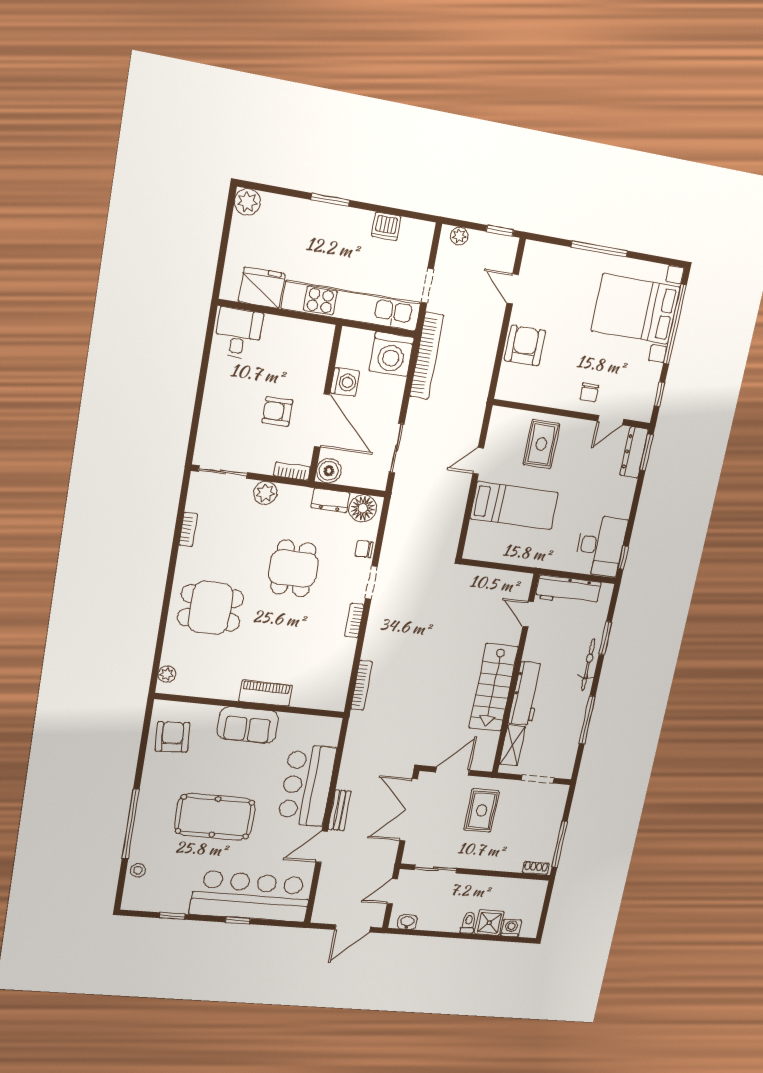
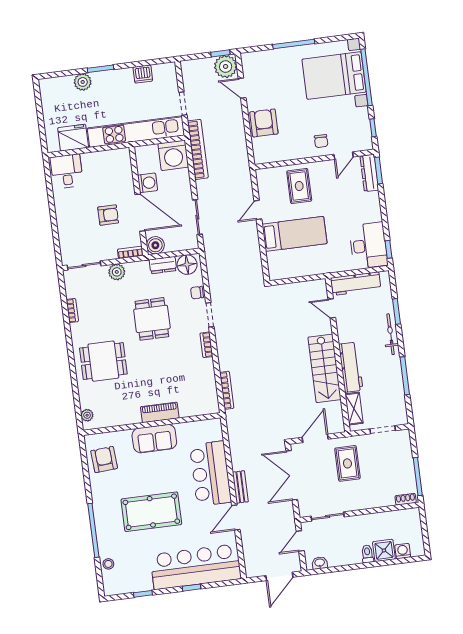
plant: (247, 202) -> (83, 82), moved
plant: (459, 236) -> (226, 66), moved, width x1.88, depth x1.88
armchair: (277, 411) -> (108, 215), turned 180

